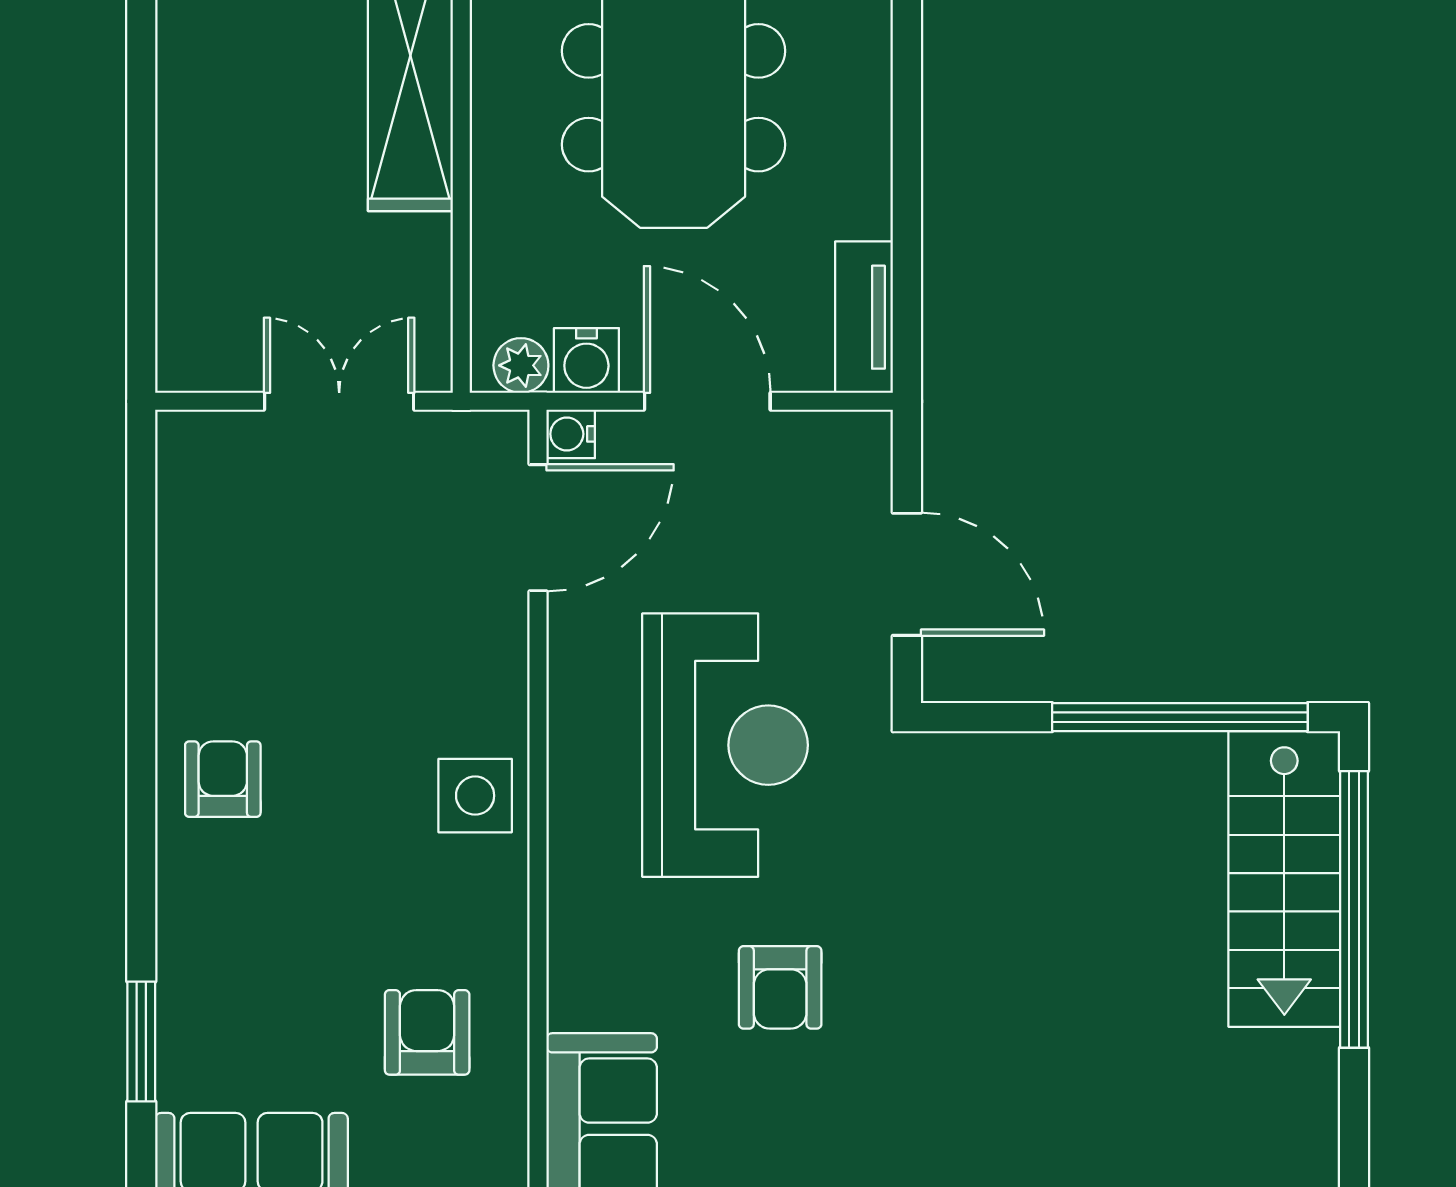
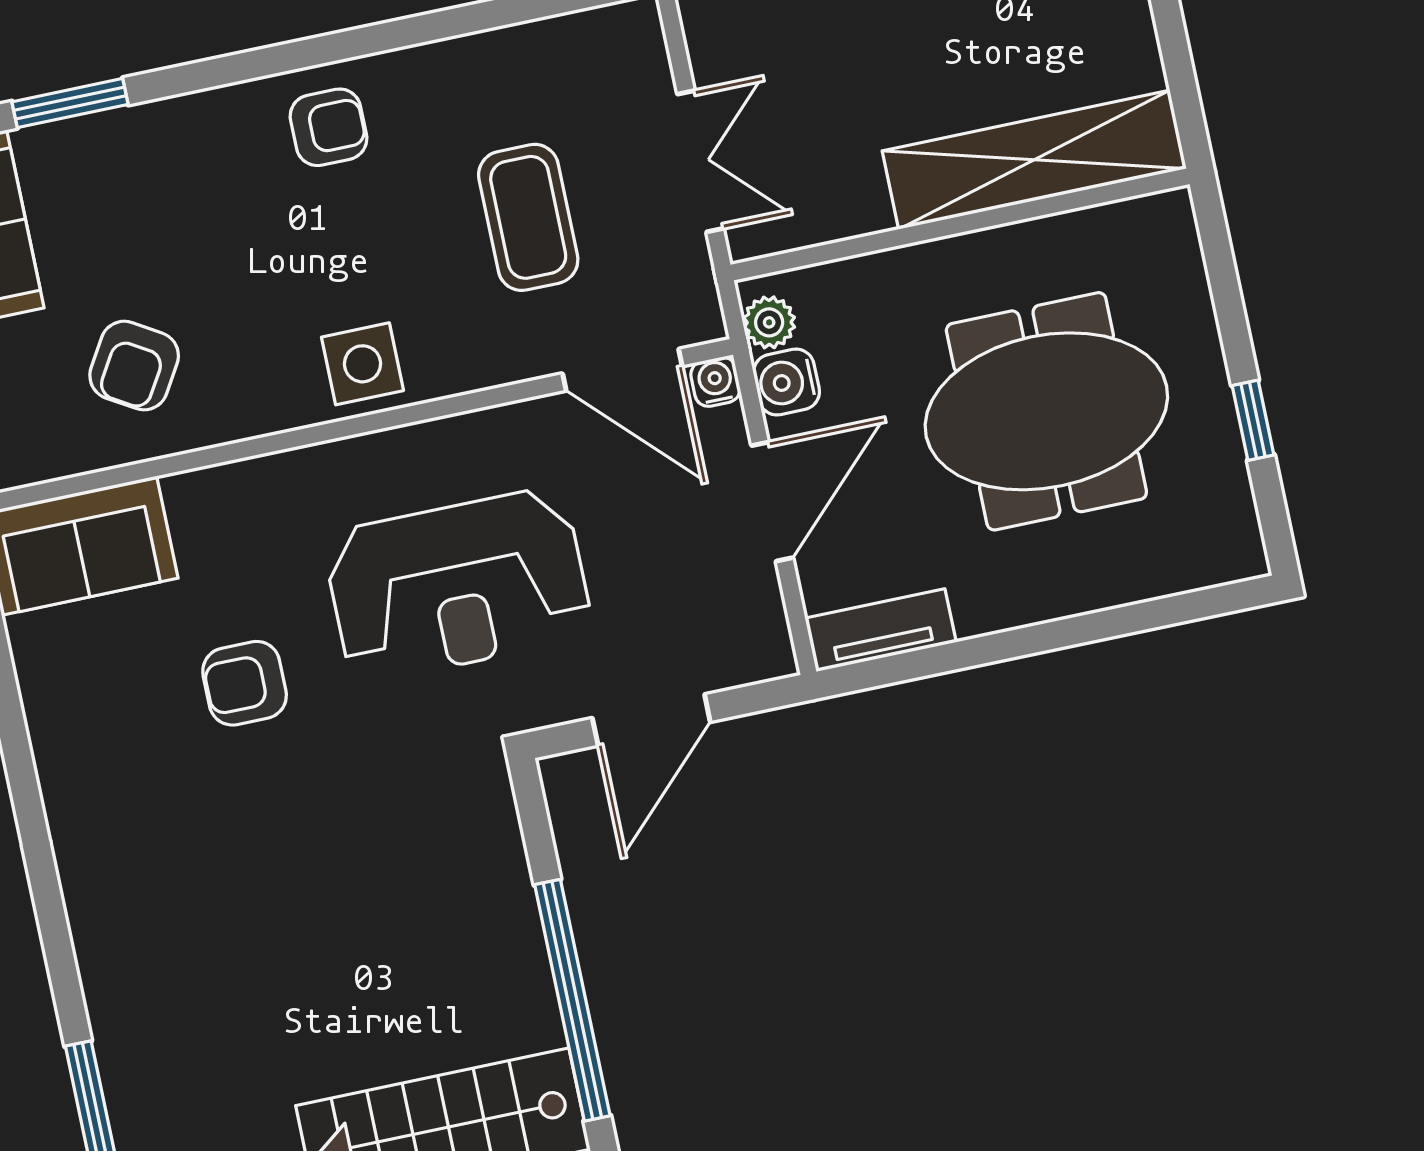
coffee table: (360, 592) -> (528, 217), added
armchair: (427, 1032) -> (134, 366), turned 121

